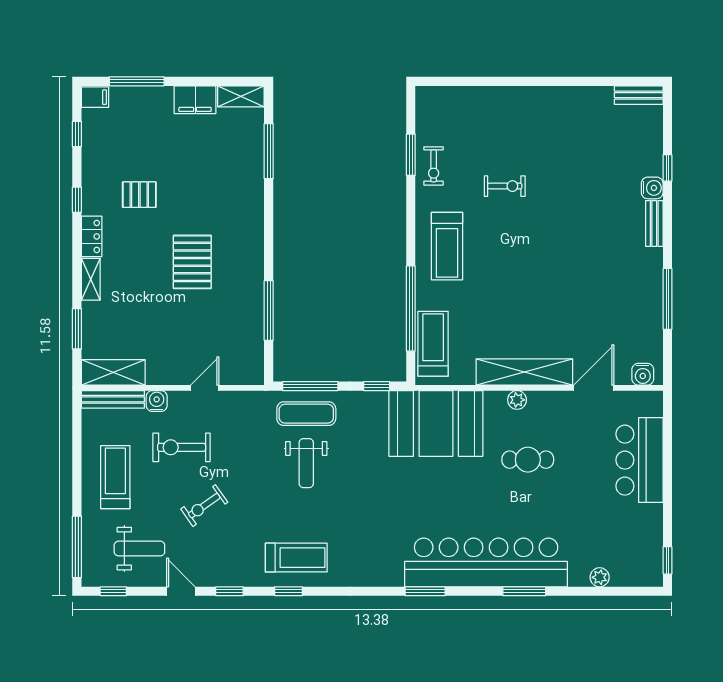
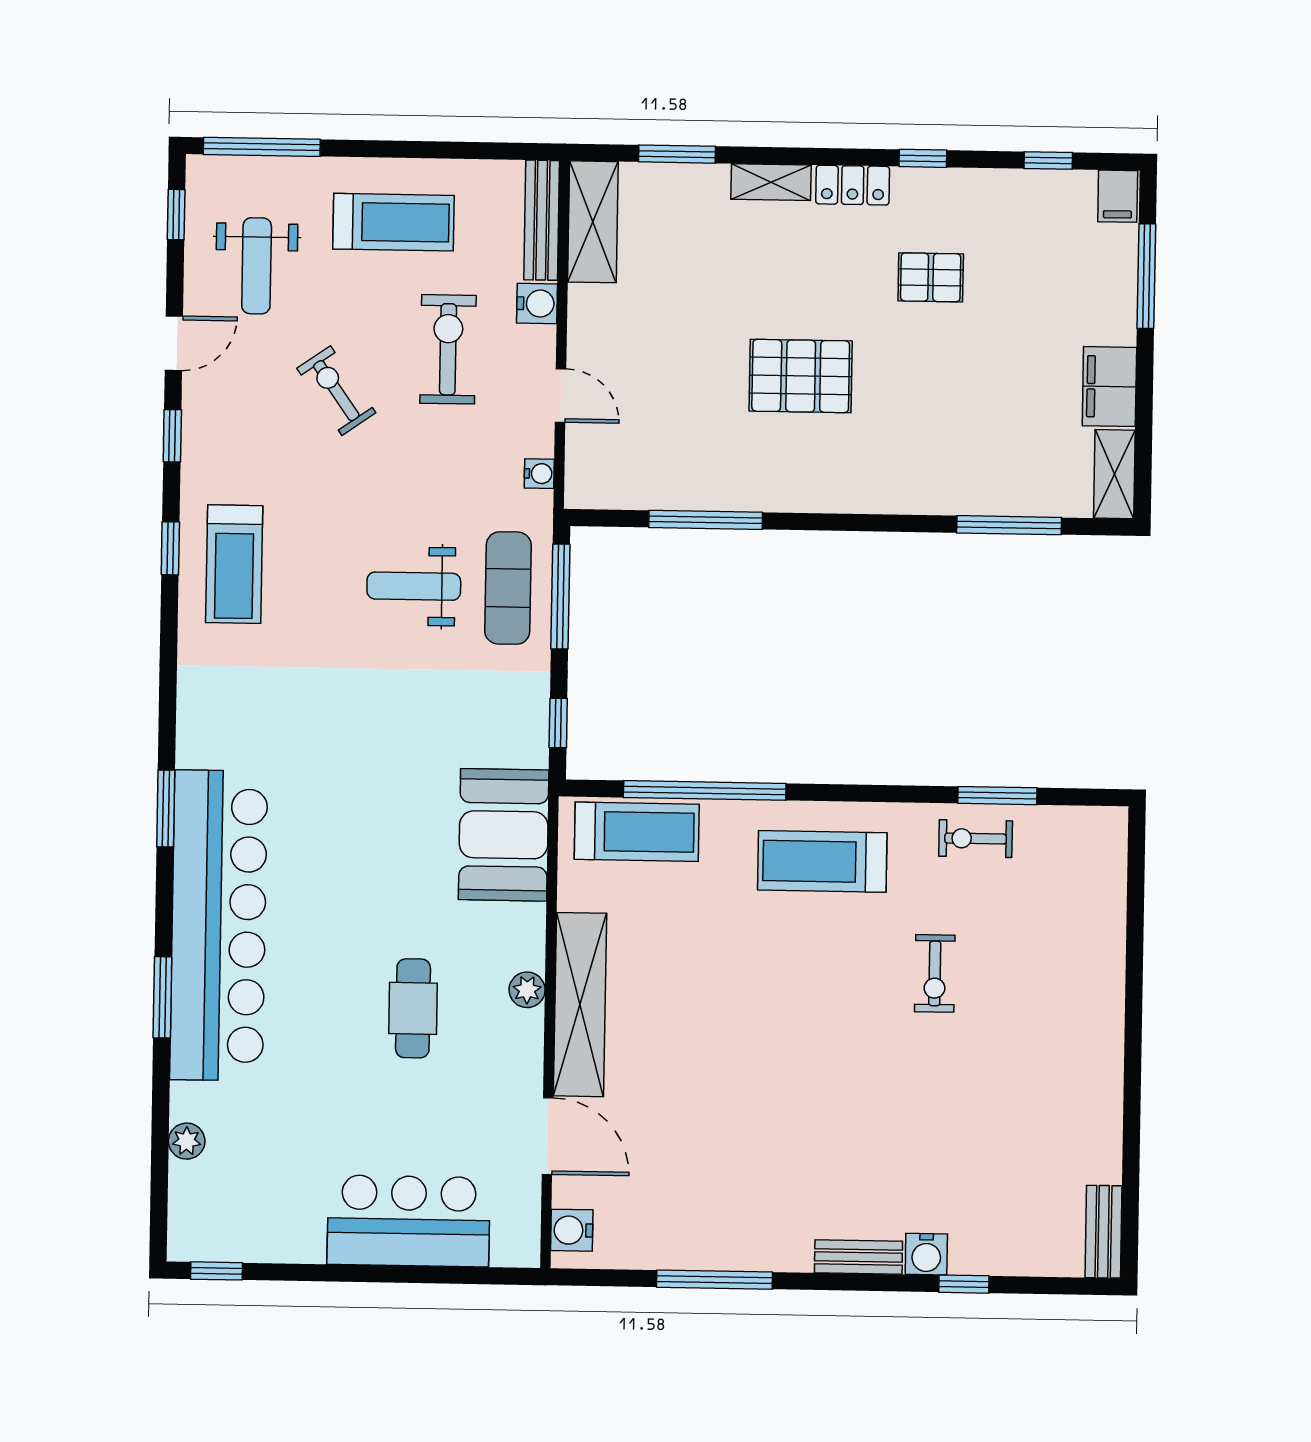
pallet: (139, 195) -> (931, 277), turned 90
water cooler: (246, 398) -> (539, 474), added
booth: (436, 423) -> (504, 835), width x0.73, depth x0.70

